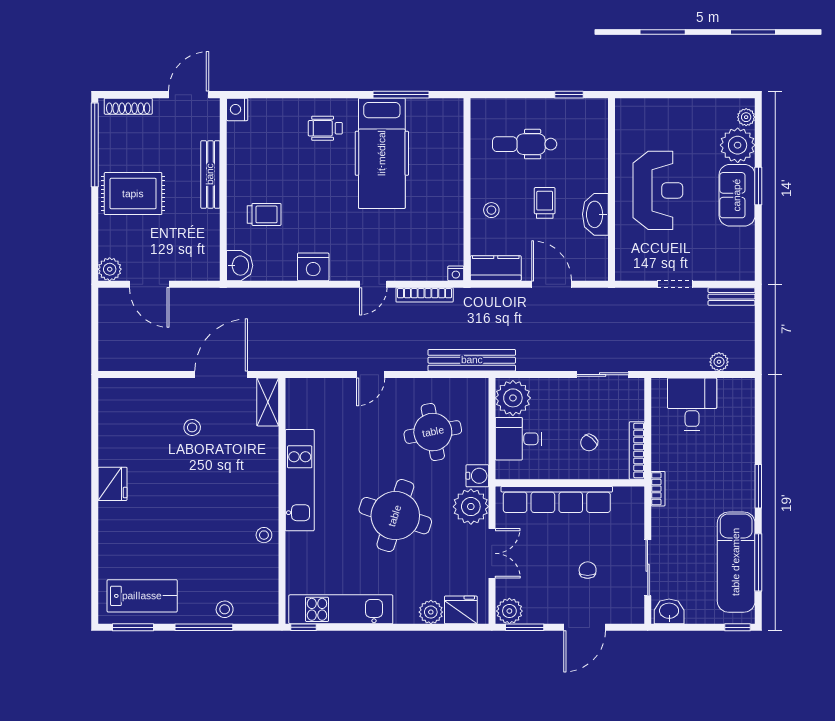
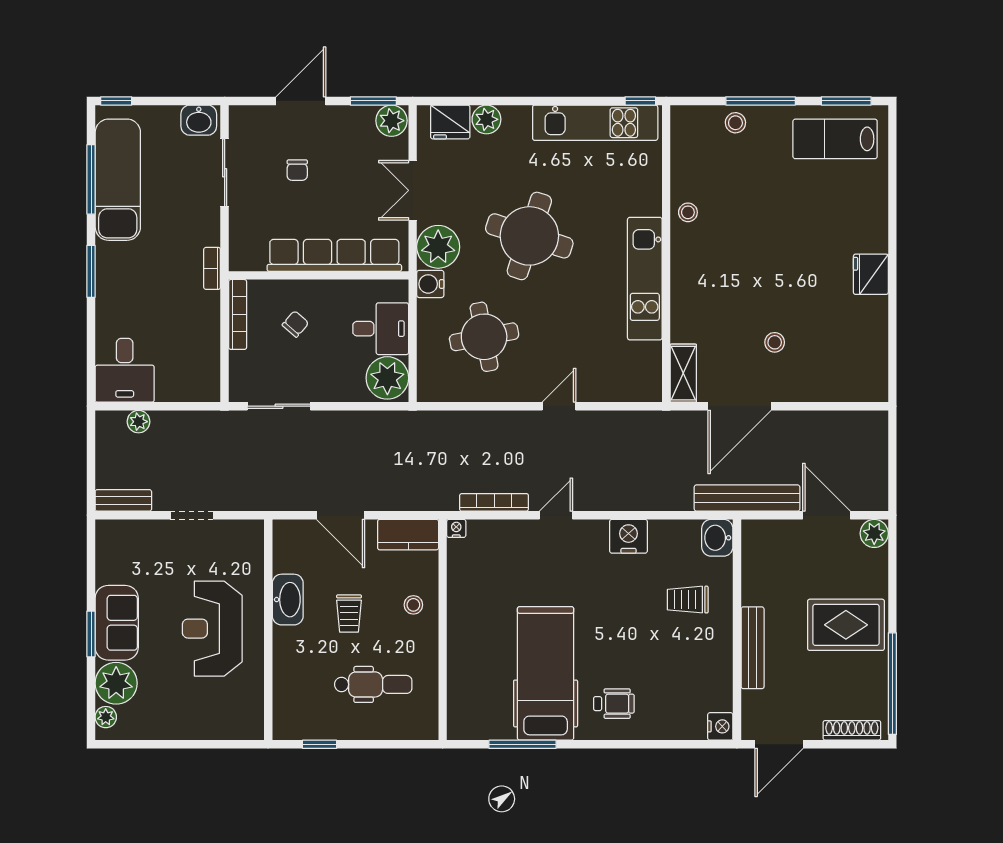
bench: (472, 360) -> (747, 498), moved
desk: (692, 404) -> (125, 370), moved

